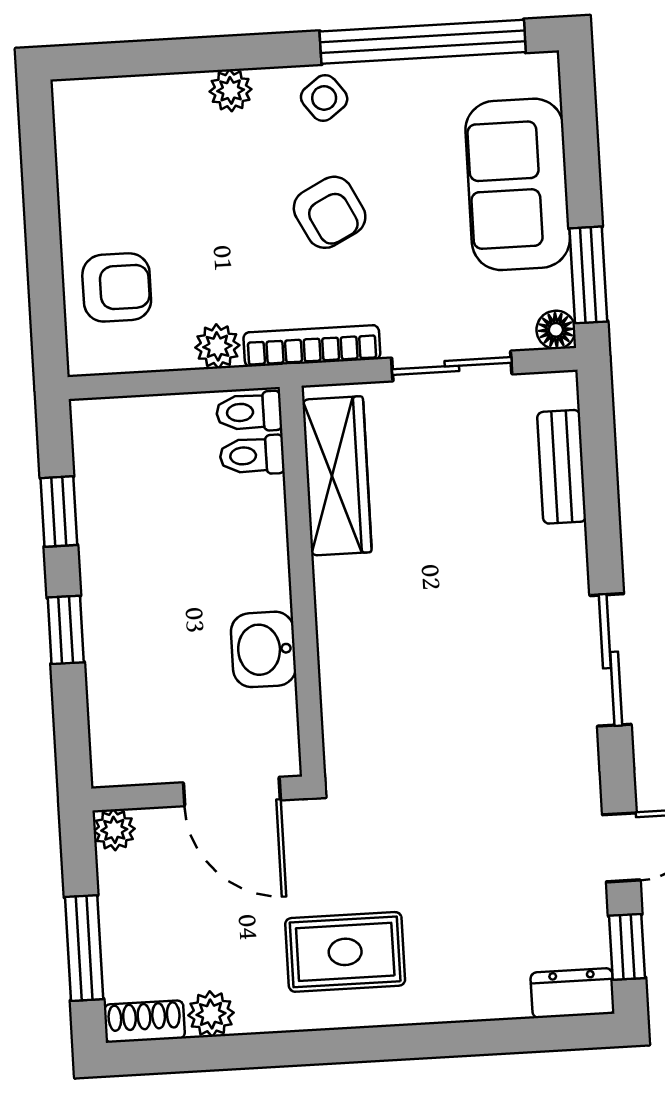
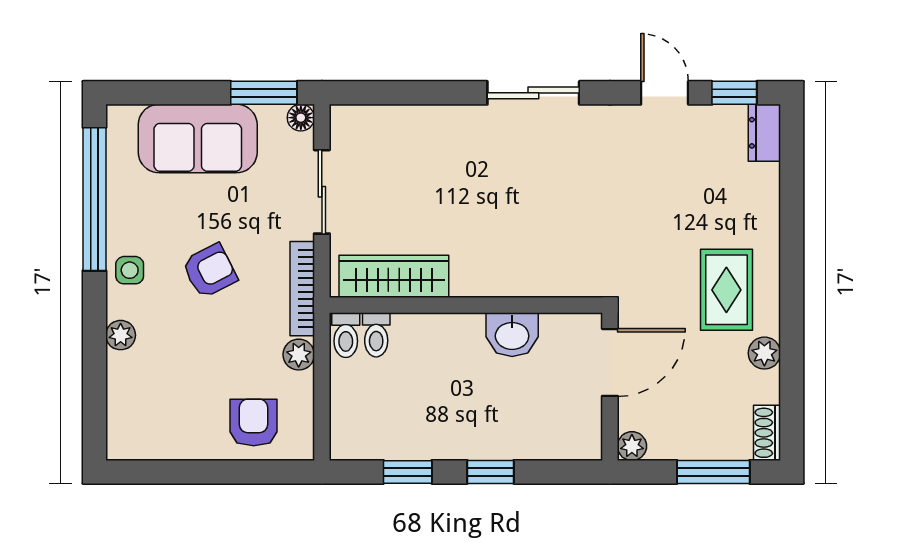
side table: (324, 98) -> (130, 270), turned 37
bench: (562, 467) -> (397, 119), removed
plant: (211, 1014) -> (764, 353), moved

